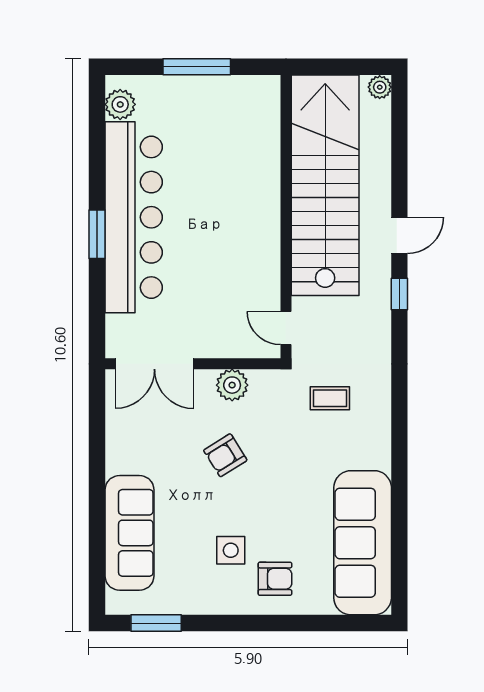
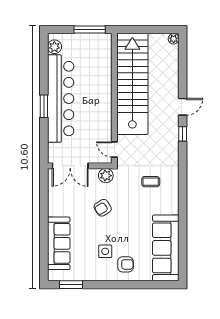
stairs: (325, 185) -> (132, 84), moved
wall: (286, 217) -> (114, 98), moved
door: (286, 328) -> (114, 149), moved

